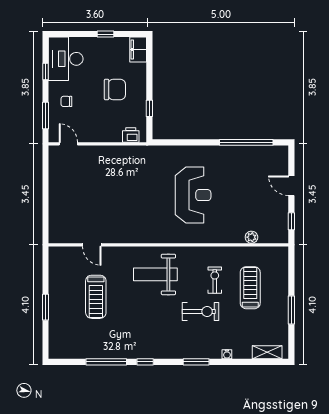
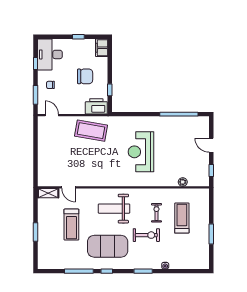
printer: (131, 135) -> (96, 106), width x1.87, depth x1.48
coffee table: (123, 165) -> (91, 131), added
reception desk: (193, 195) -> (141, 152), turned 180
exercise mat: (146, 327) -> (108, 246), added
shelving: (267, 352) -> (48, 193), moved

